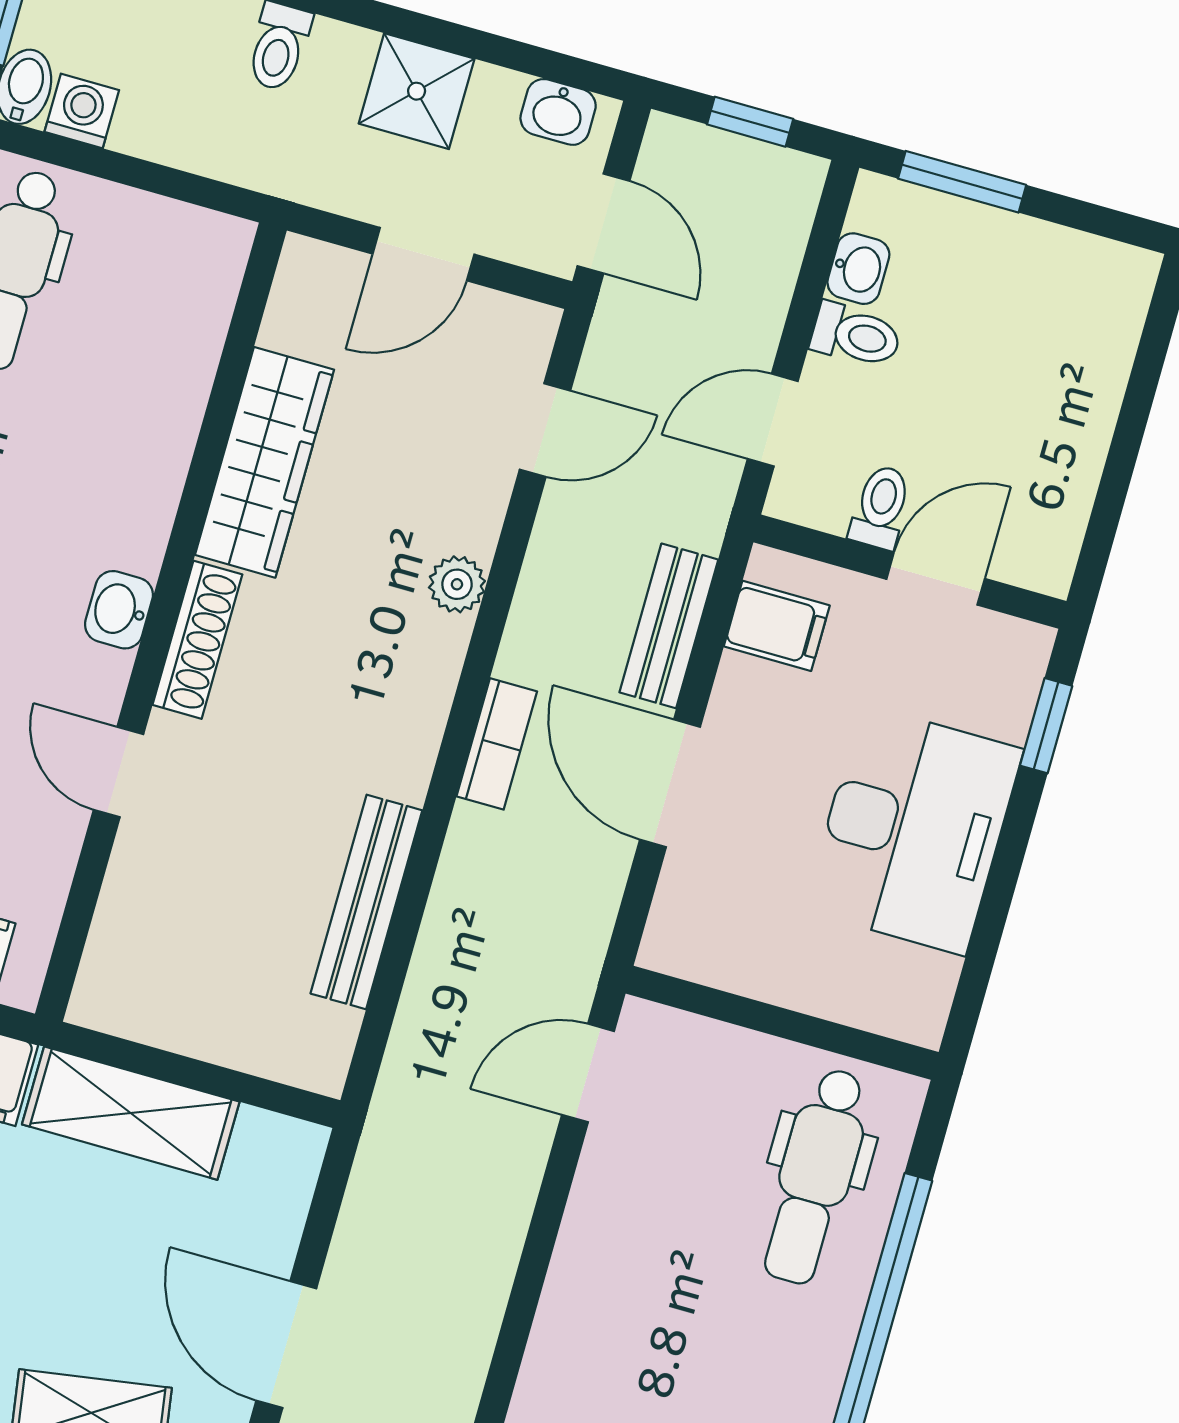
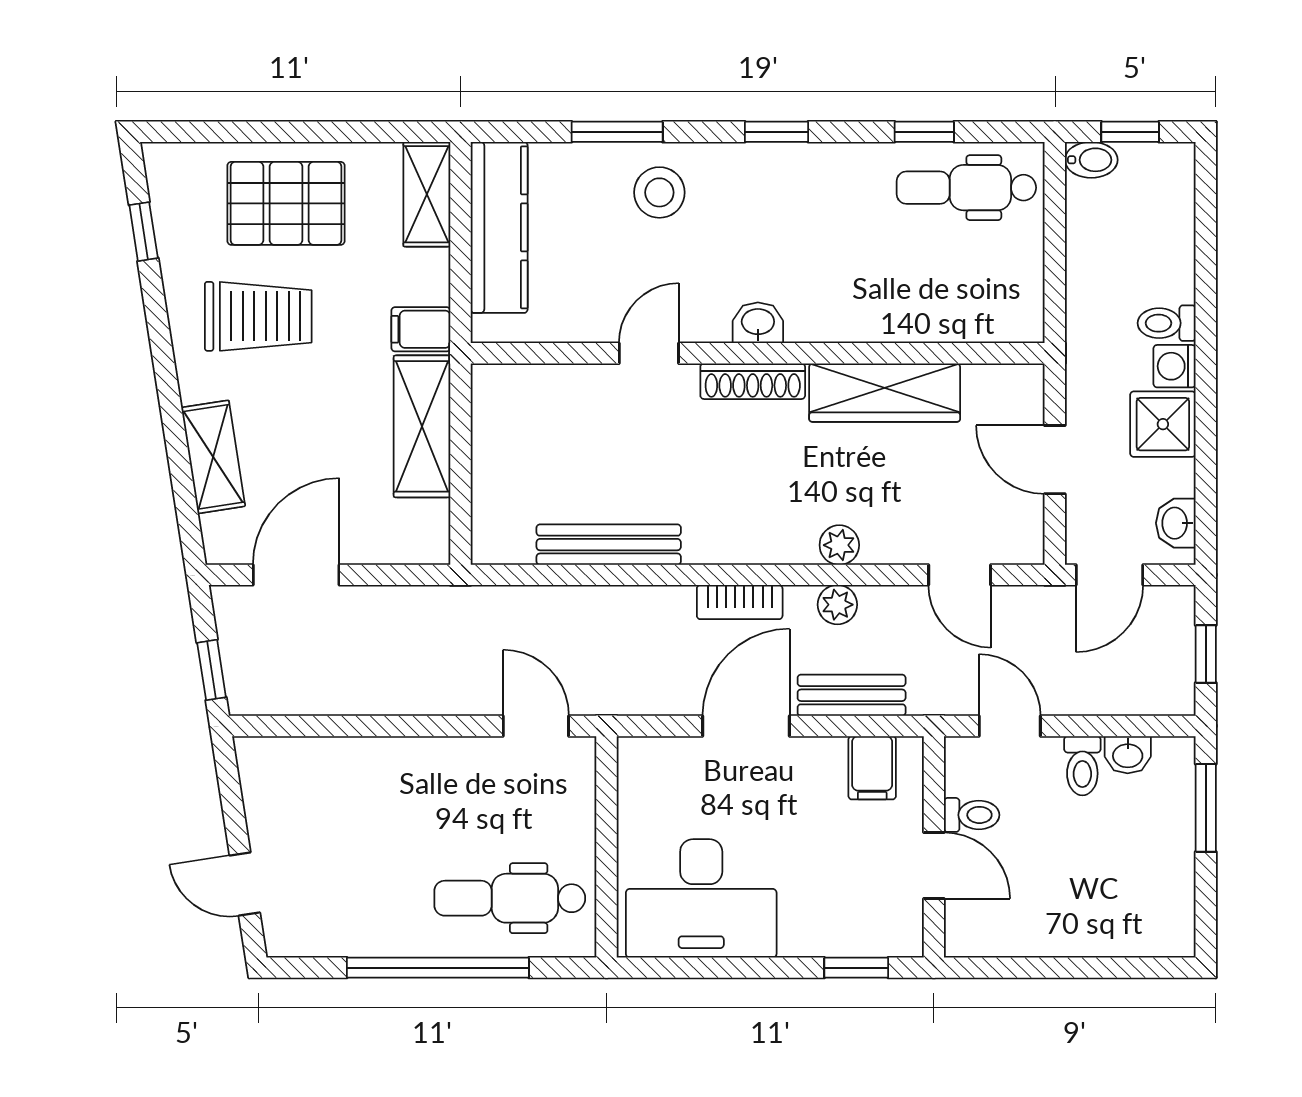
washing machine: (82, 111) -> (1175, 366), moved, turned 180
plant: (538, 610) -> (837, 605), added
desk: (914, 830) -> (701, 898), moved

